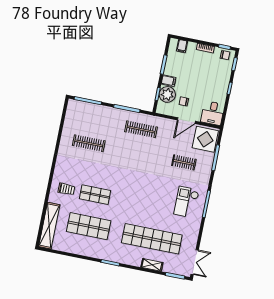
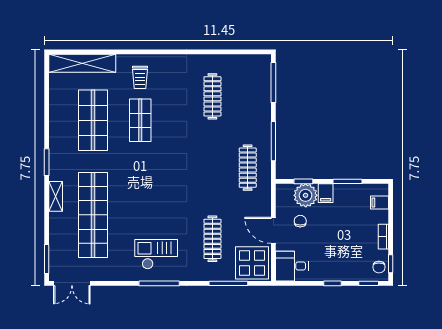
clothes rail: (184, 162) -> (212, 239), width x1.36
shelving: (152, 265) -> (56, 196), moved

